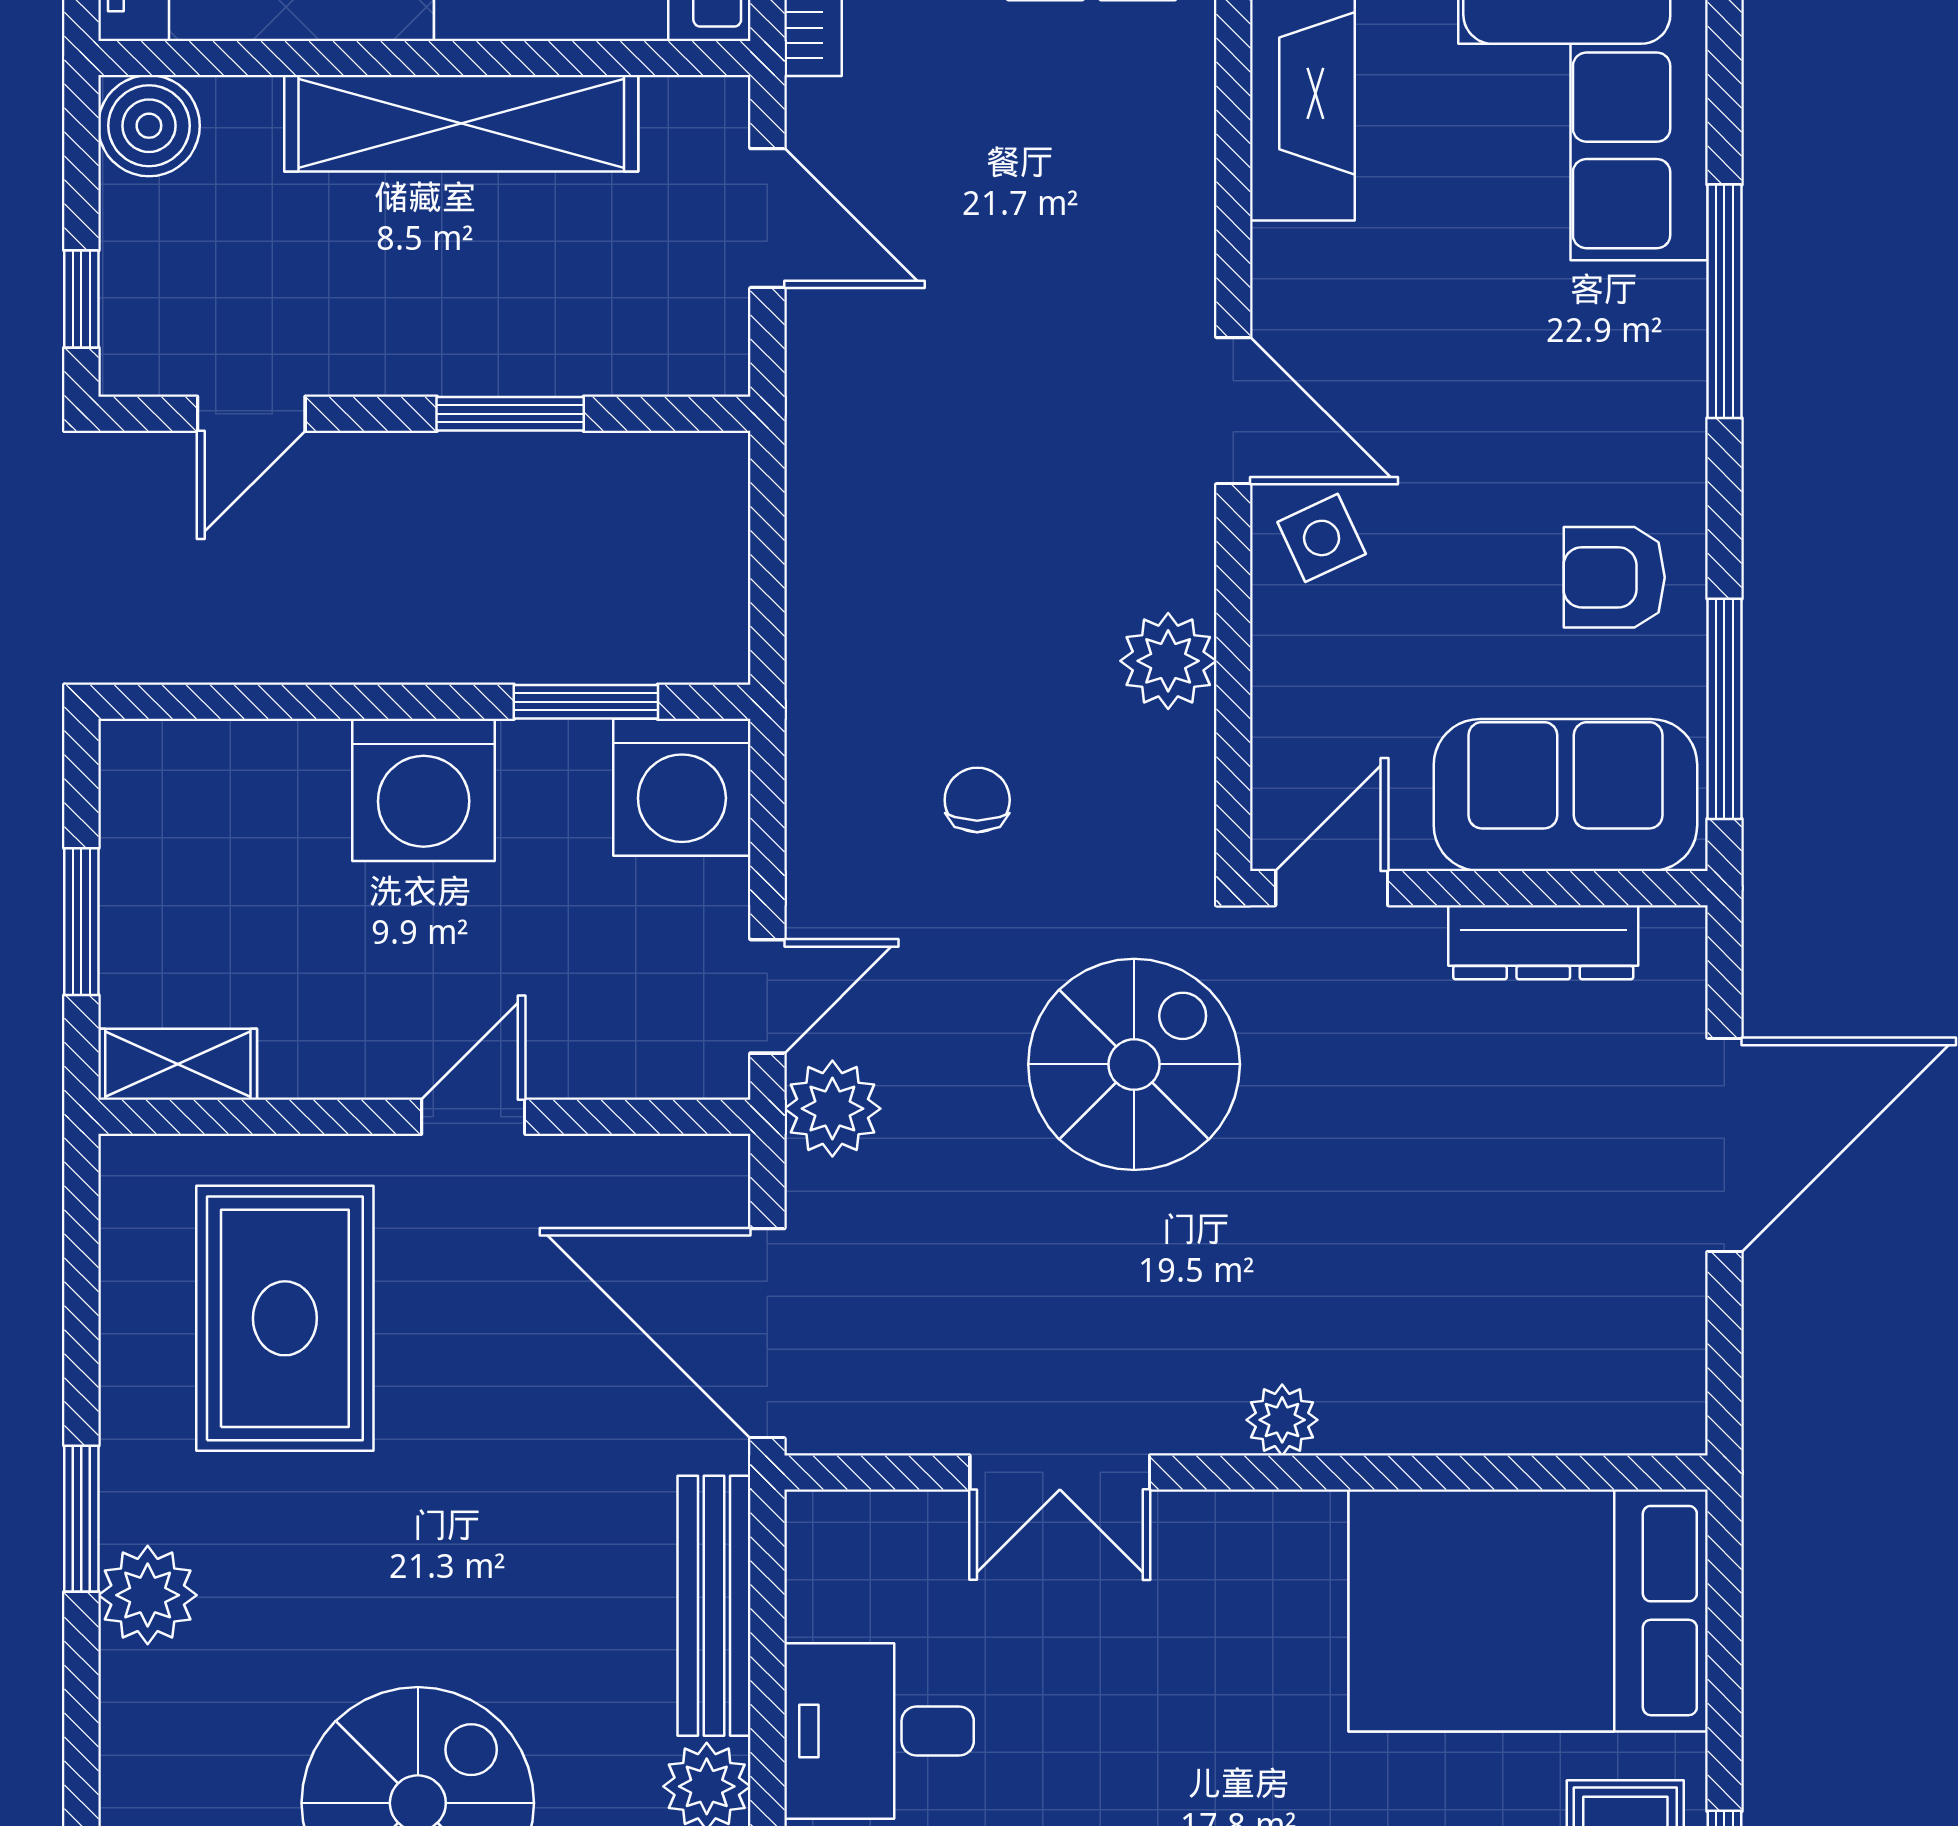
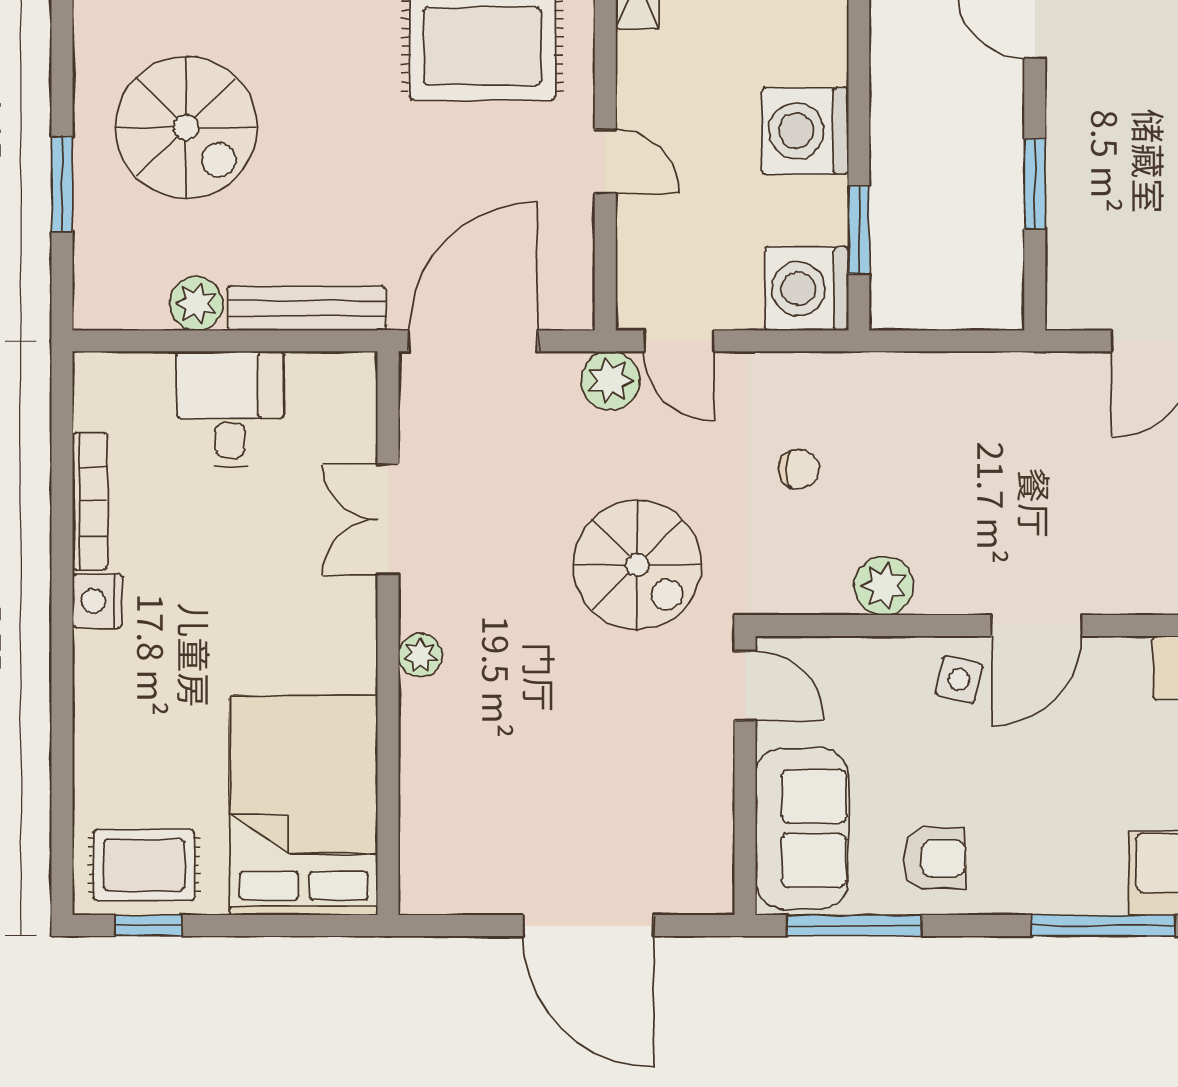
side table: (1322, 538) -> (959, 679), turned 38
armchair: (1614, 577) -> (935, 858), turned 90
dresser: (1543, 942) -> (712, 815), removed

